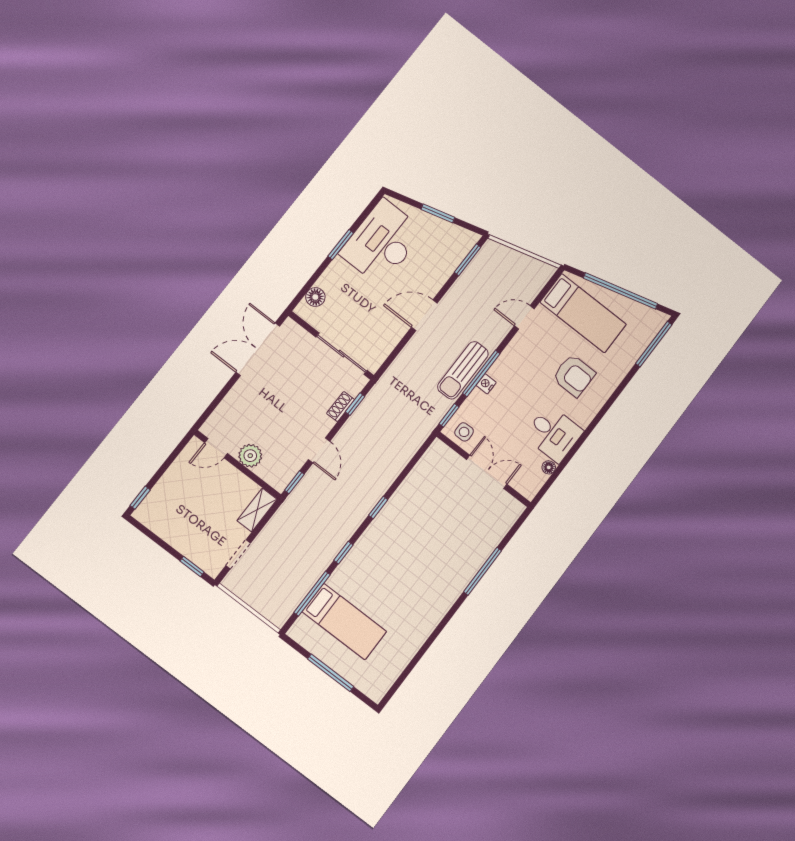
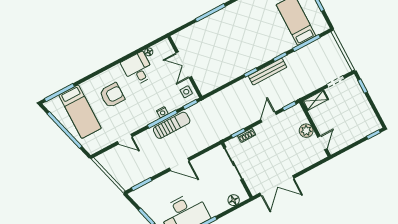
bed: (583, 313) -> (80, 112), moved, turned 180
armchair: (574, 376) -> (112, 95), turned 90
door: (216, 448) -> (322, 143), hinge flipped
bench: (353, 520) -> (267, 72), added

